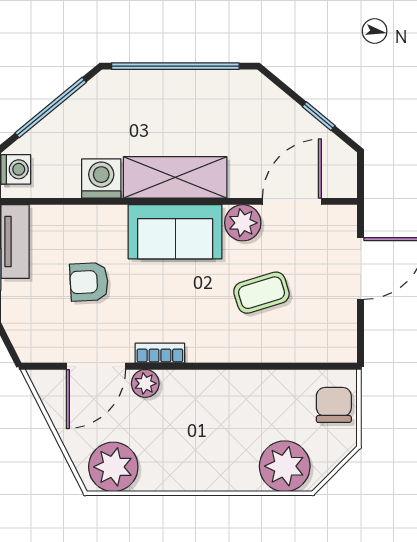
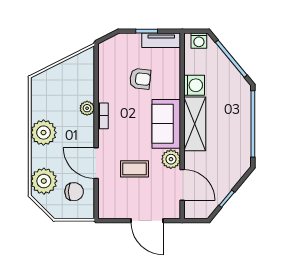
armchair: (89, 282) -> (140, 79), turned 99
coffee table: (261, 293) -> (135, 169), turned -73
door: (96, 366) -> (96, 163), moved
chair: (334, 405) -> (74, 192), moved
plant: (113, 467) -> (43, 133), moved

